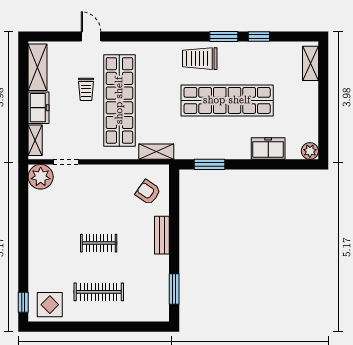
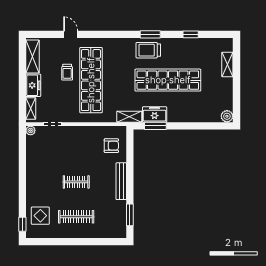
window: (224, 37) -> (150, 34), moved
shelving: (311, 63) -> (227, 64), moved
freezer: (268, 149) -> (155, 114), moved
shelving: (156, 152) -> (129, 117), moved
plant: (41, 177) -> (31, 130), width x0.53, depth x0.53
armchair: (148, 192) -> (111, 146), turned 145
bench: (162, 235) -> (121, 181), width x1.36
display table: (50, 305) -> (40, 216), moved

